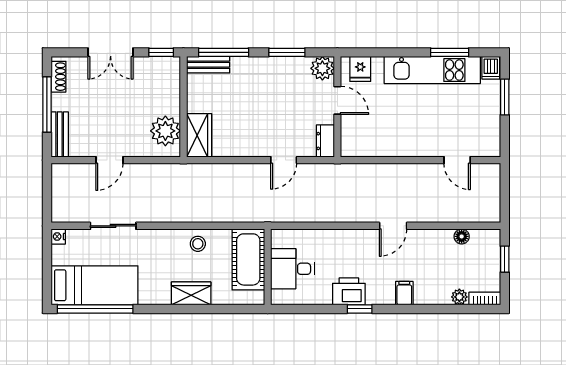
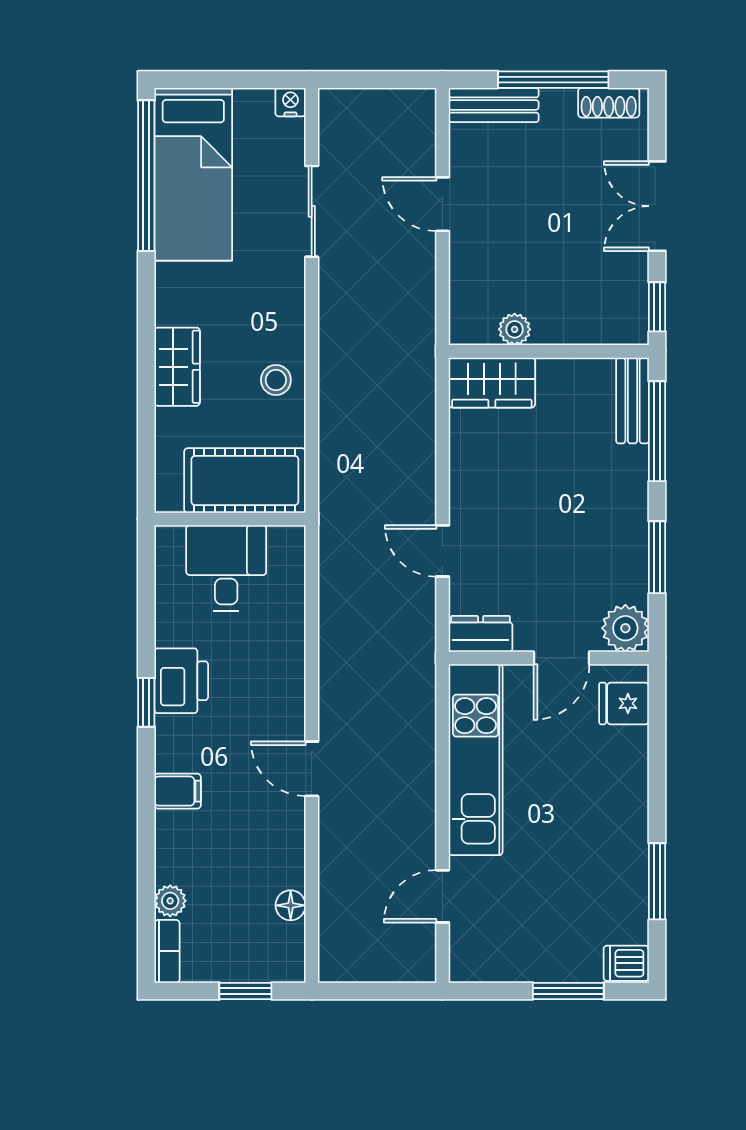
kitchen unit: (432, 70) -> (476, 760), moved, turned 180
plant: (165, 131) -> (515, 329), width x0.53, depth x0.53

